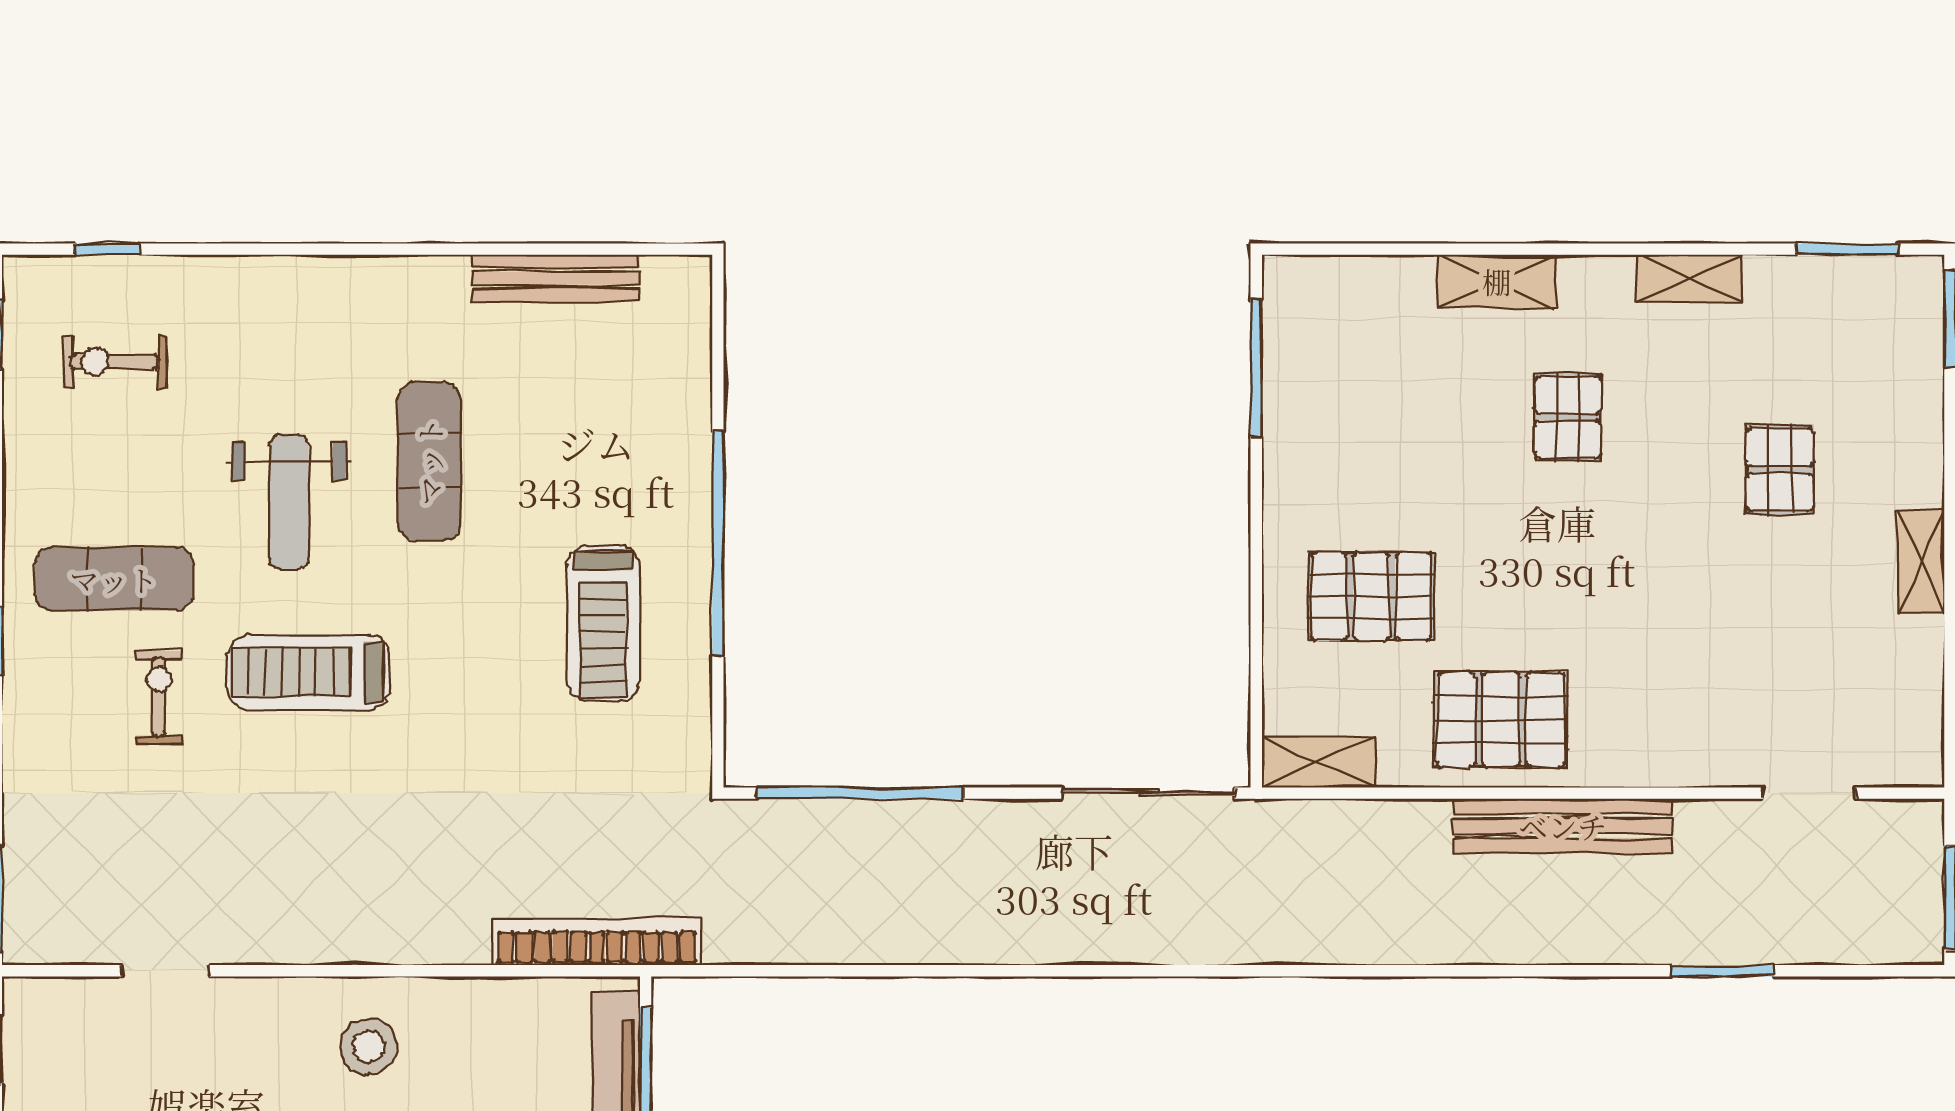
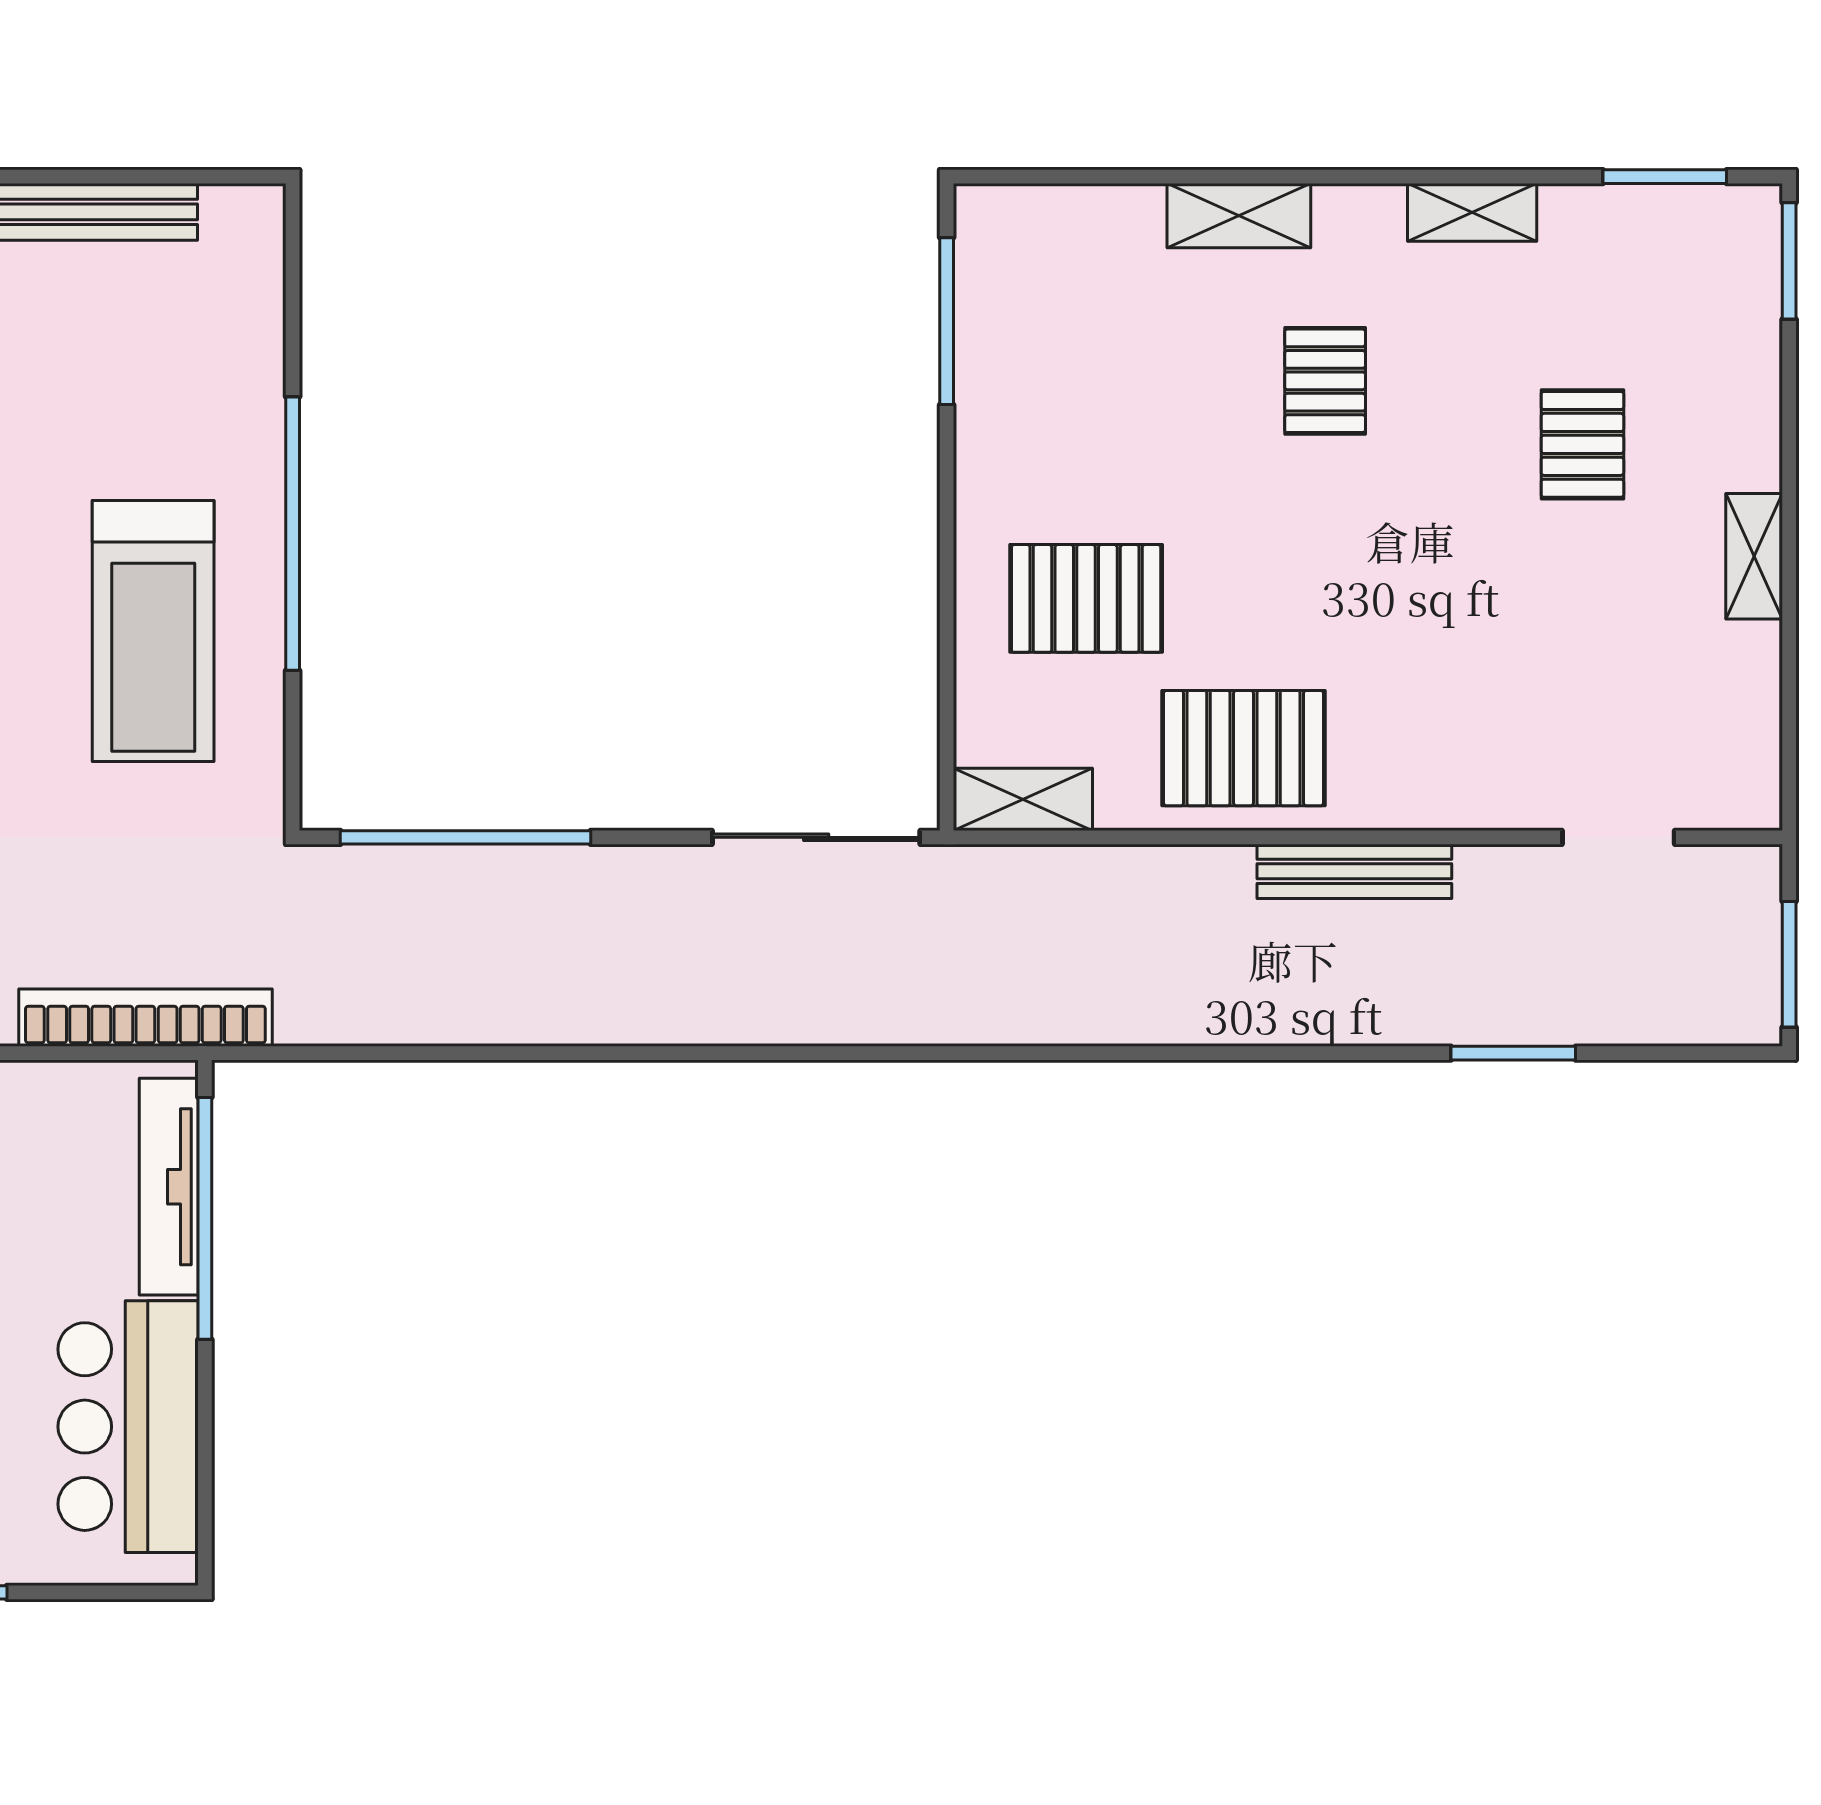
treadmill: (603, 623) -> (153, 631), width x1.37, depth x1.38
bench: (1563, 826) -> (1354, 871), width x0.73, depth x0.82

